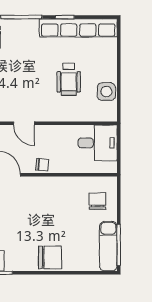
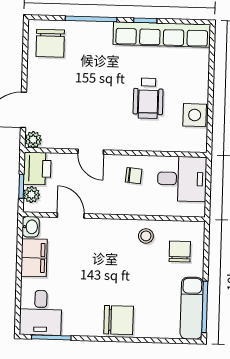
chair: (42, 165) -> (134, 176), moved
stool: (70, 189) -> (146, 236), added

